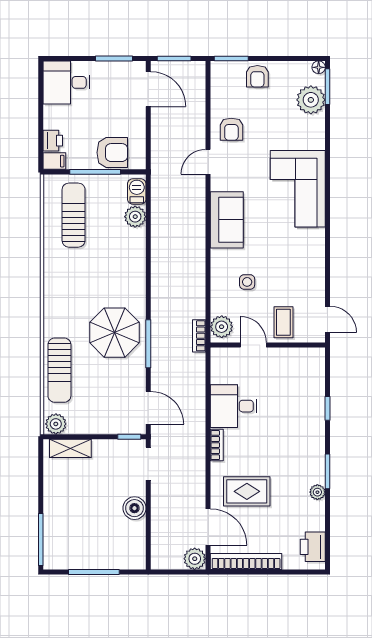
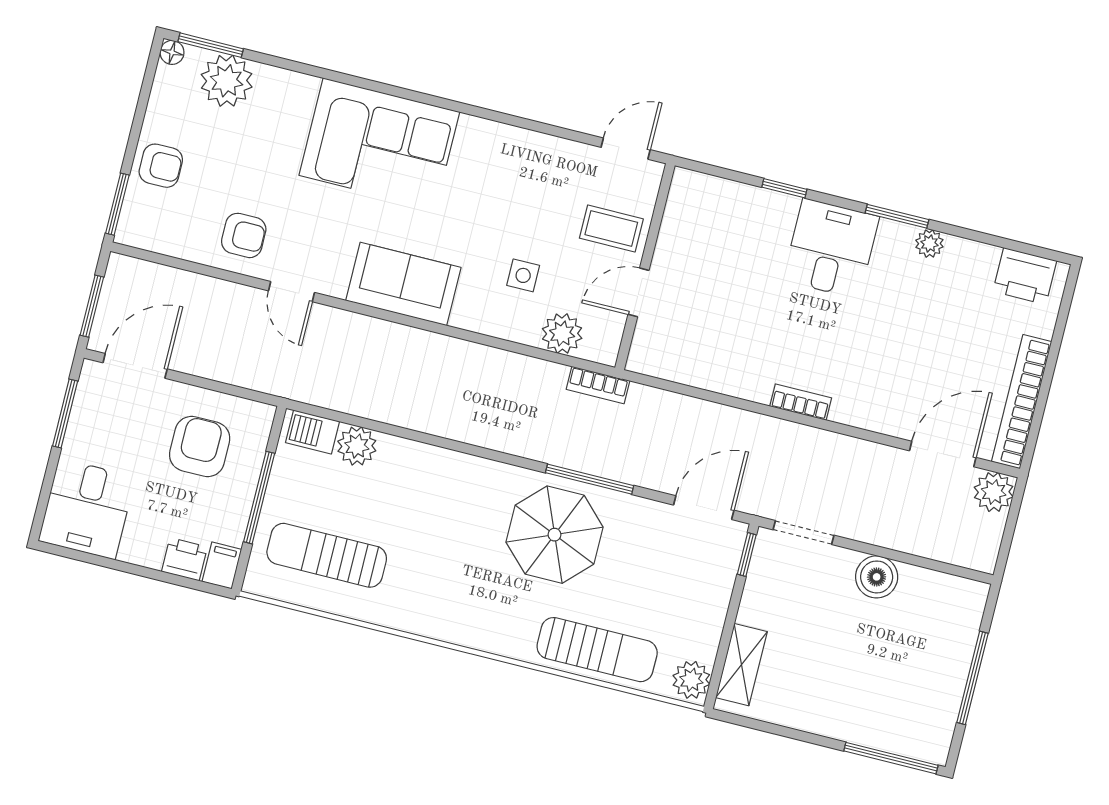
armchair: (112, 153) -> (200, 446), moved
plant: (222, 327) -> (562, 334), moved
desk: (234, 406) -> (831, 248), moved, turned 180
rug: (247, 491) -> (897, 369), removed

